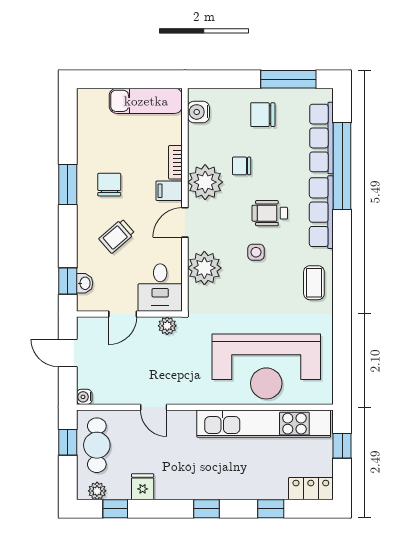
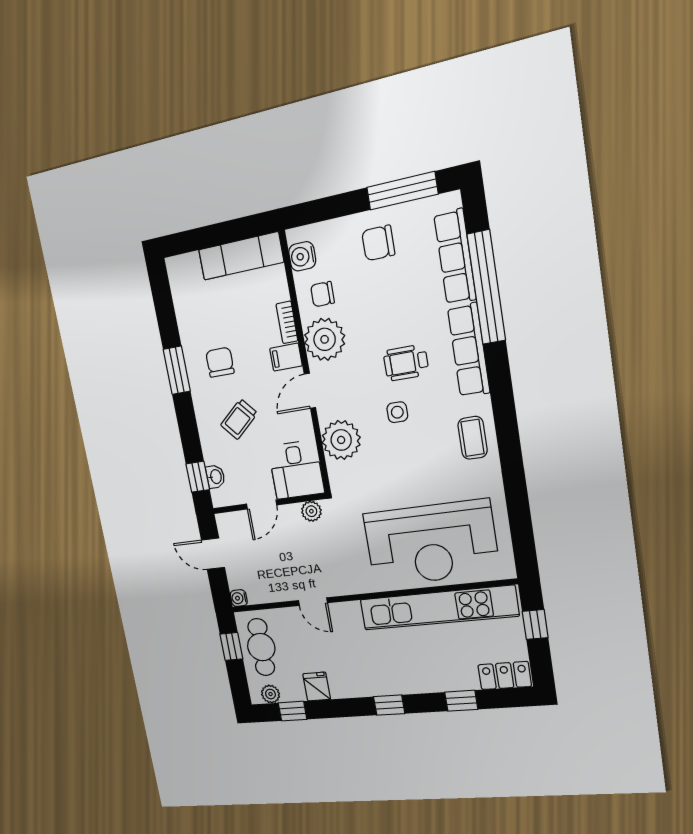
chair: (242, 166) -> (323, 294), moved

